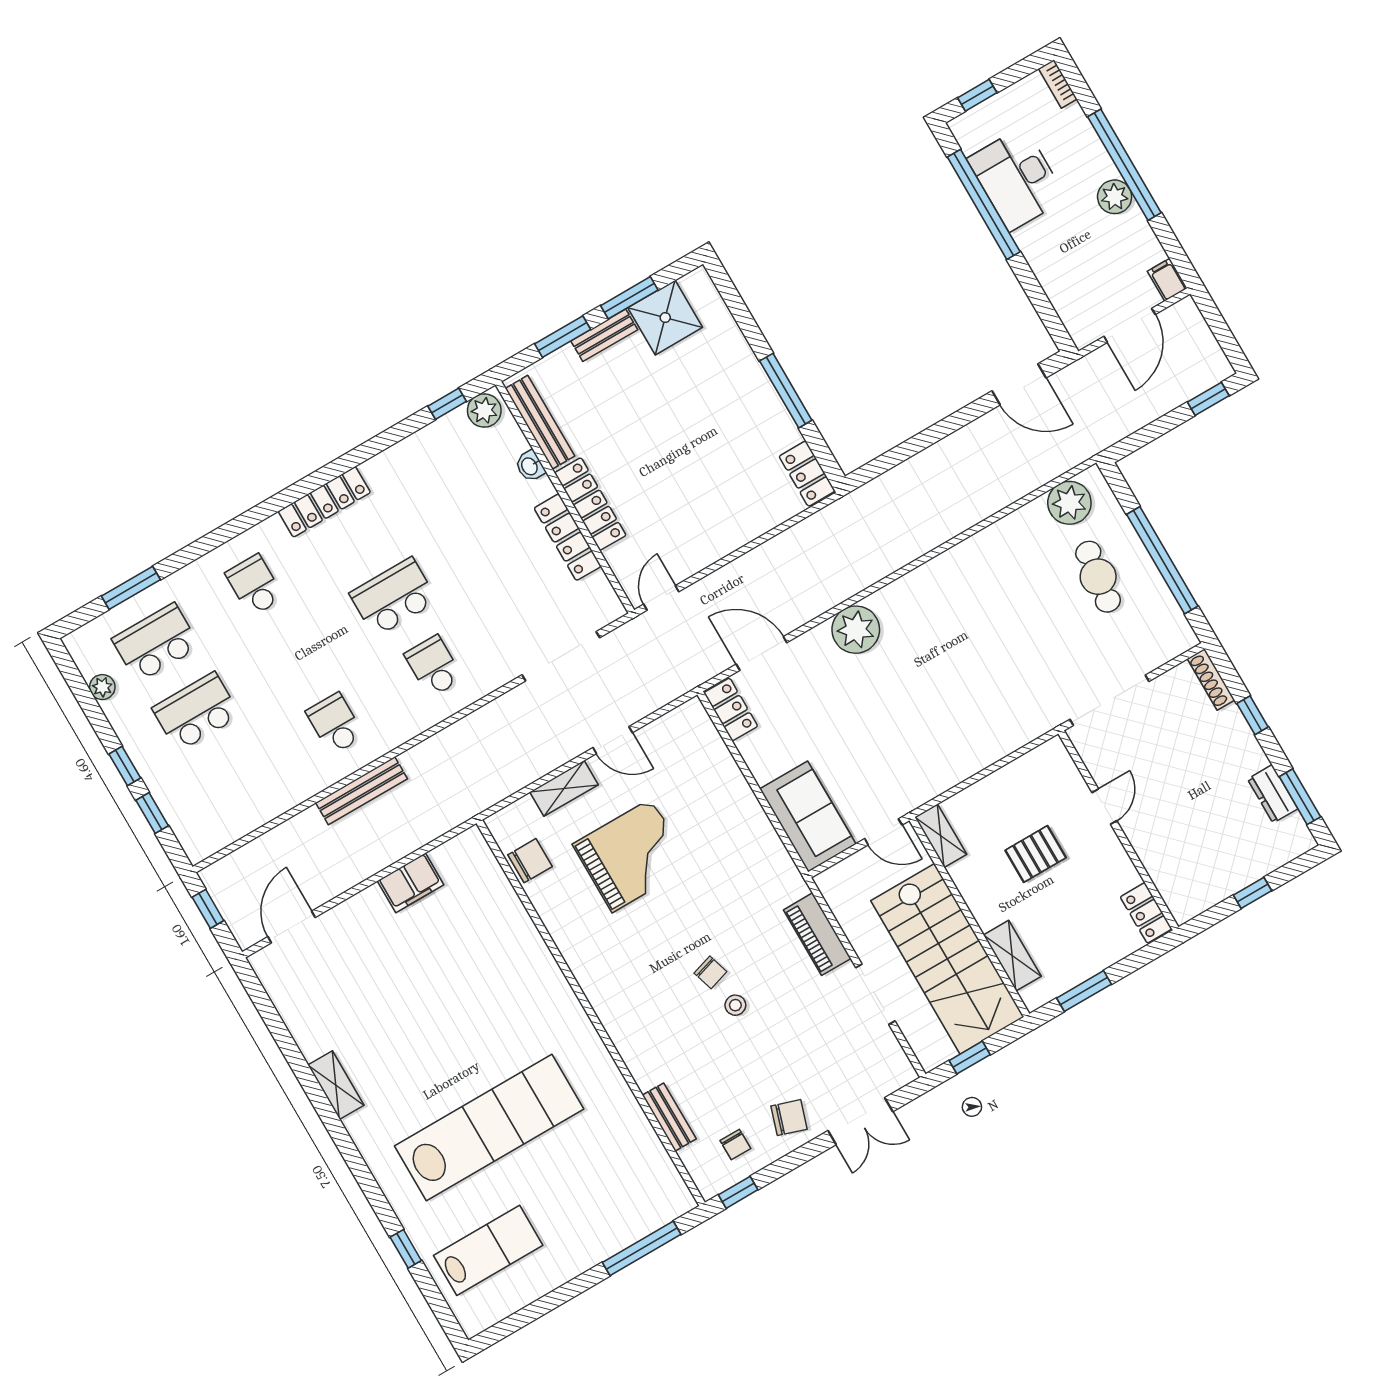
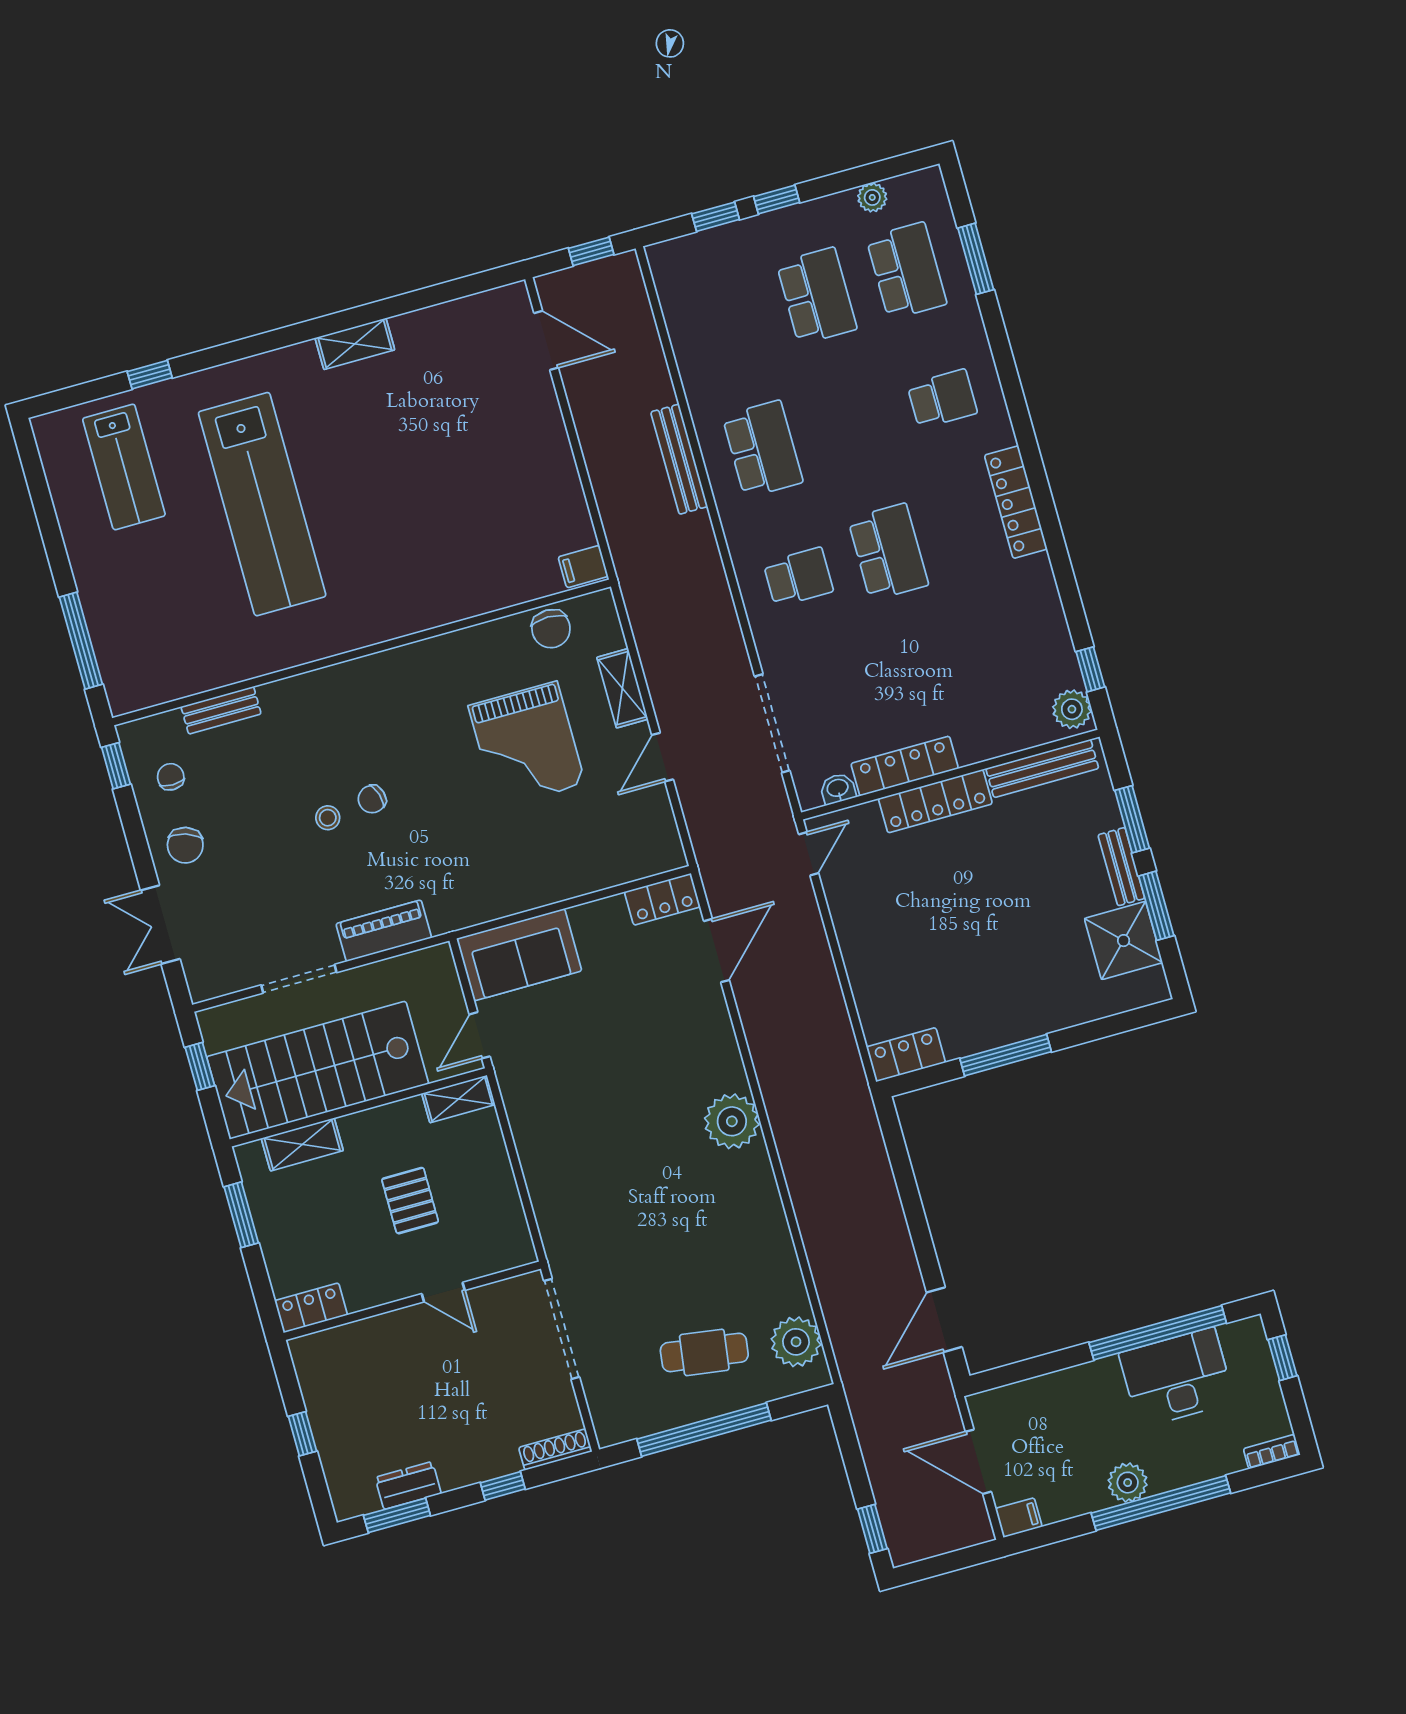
washbasin: (530, 466) -> (838, 789), moved
door: (661, 598) -> (809, 854), hinge flipped
plant: (856, 630) -> (732, 1121), moved
school desk: (335, 724) -> (763, 449), width x1.85
filing cabinet: (411, 883) -> (583, 567), moved, width x0.50
chair: (735, 1144) -> (171, 777), turned 90

